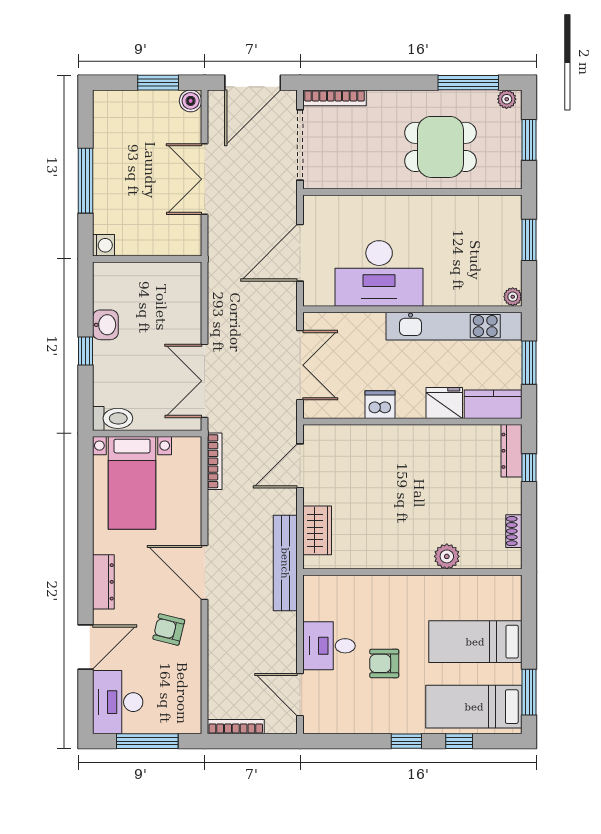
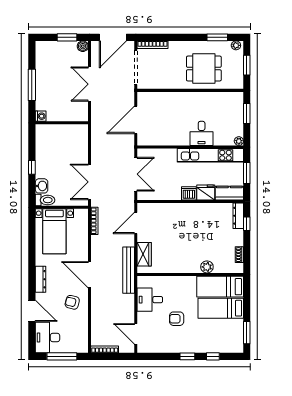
window: (468, 83) -> (217, 37), width x0.69
desk: (379, 273) -> (202, 133), moved, width x0.53, depth x0.77
washbasin: (105, 325) -> (42, 186), moved
dishwasher: (380, 405) -> (189, 193), moved
desk: (329, 646) -> (150, 300), moved
door: (86, 647) -> (32, 311), hinge flipped
bed: (474, 707) -> (220, 287), moved

